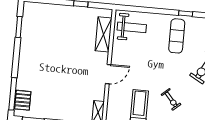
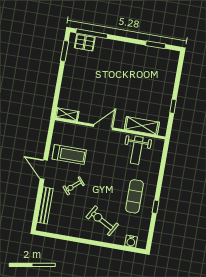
weight bench: (132, 27) -> (137, 150), moved
exercise mat: (177, 36) -> (135, 196), turned 90
door: (108, 74) -> (103, 127), swing flipped

